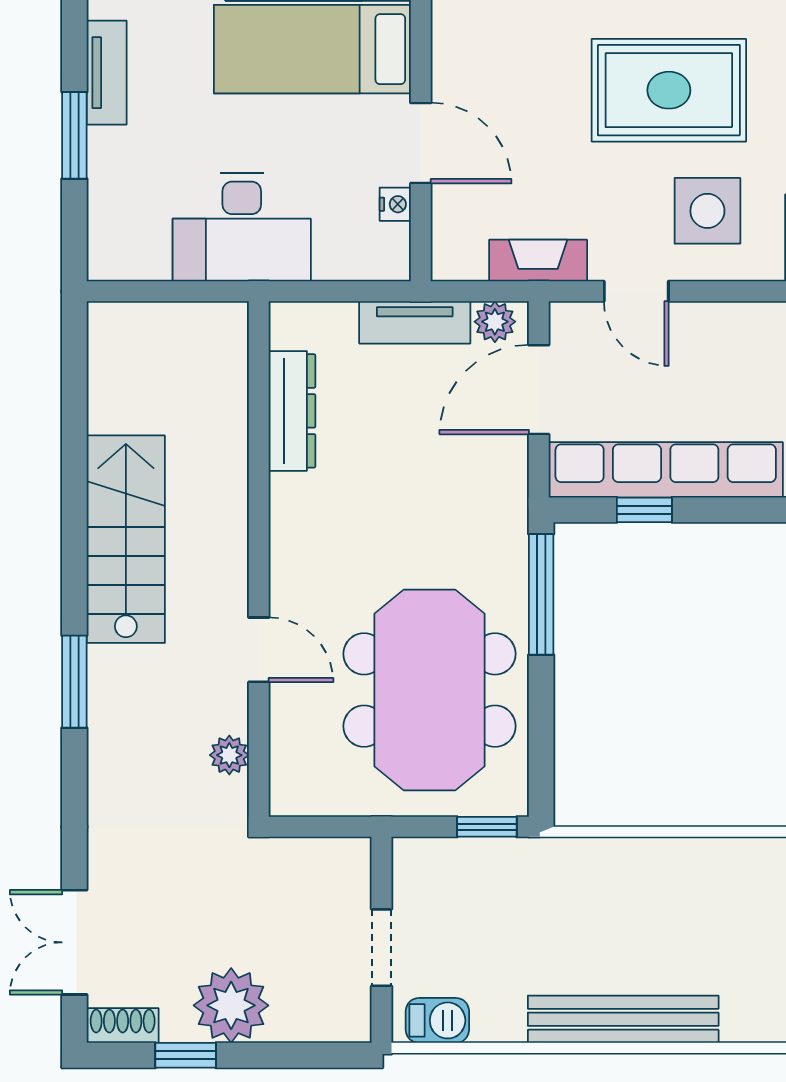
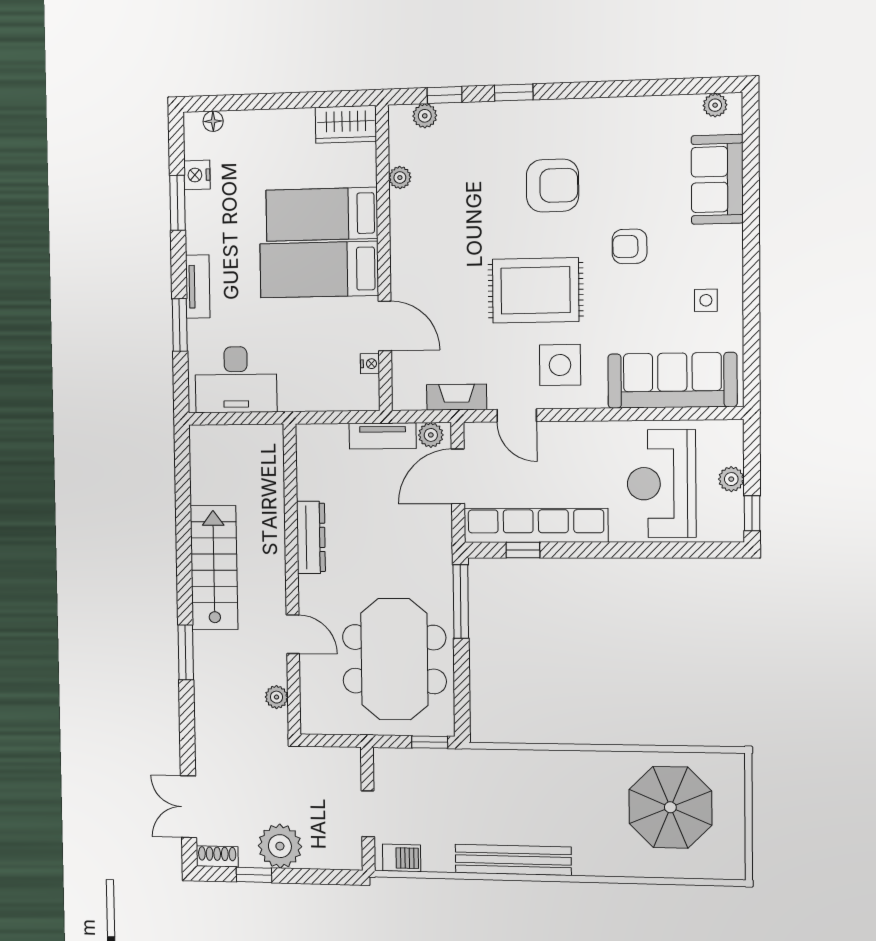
desk: (242, 227) -> (236, 380), moved
dresser: (292, 411) -> (311, 537), moved

